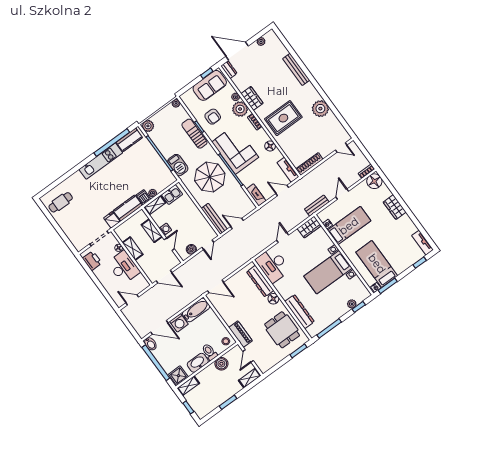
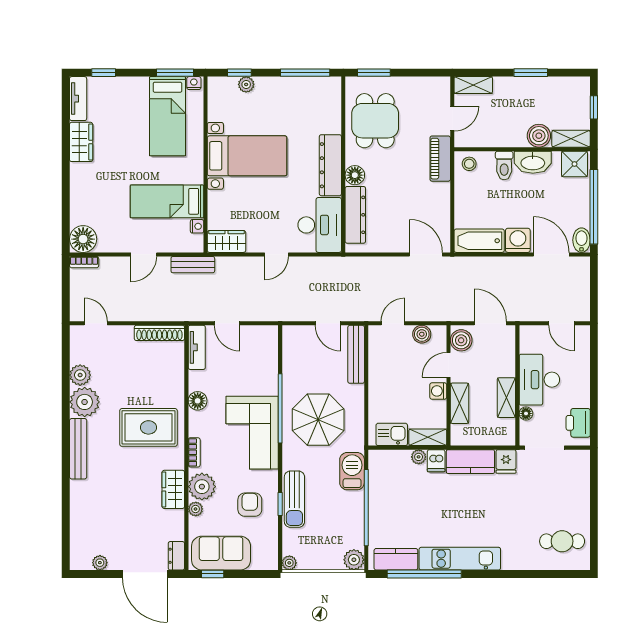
bench: (296, 69) -> (78, 449), moved
plant: (331, 119) -> (80, 375), added
fireplace: (256, 195) -> (270, 345), removed
wardrobe: (395, 207) -> (81, 142), moved
boiler: (172, 259) -> (461, 340), added
dresser: (300, 312) -> (330, 165), moved
boiler: (221, 364) -> (539, 136), moved

